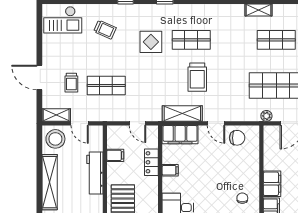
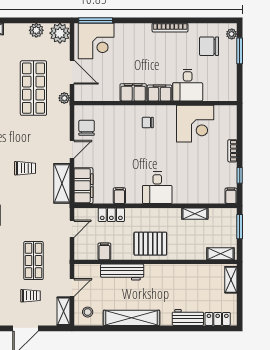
trolley: (197, 77) -> (25, 168), width x0.73, depth x0.72
stool: (55, 139) -> (88, 312), width x0.53, depth x0.53

